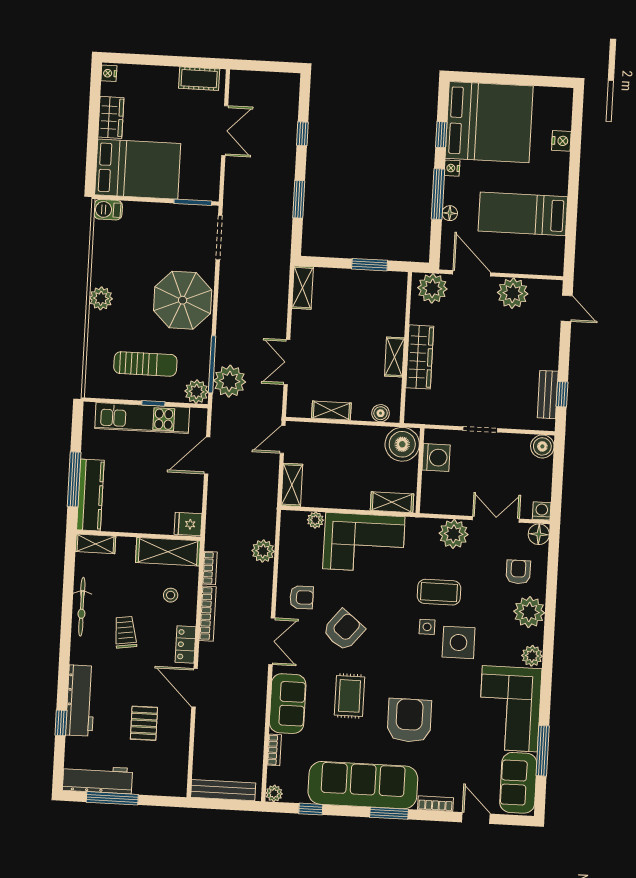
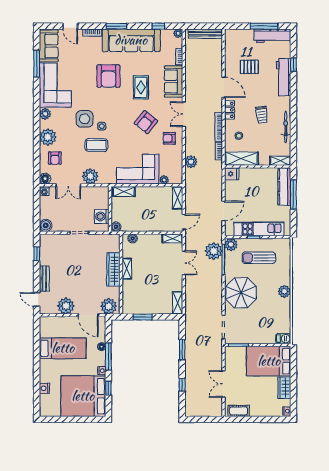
bench: (548, 395) -> (44, 279), moved
shelving: (331, 410) -> (172, 238), moved
boiler: (402, 444) -> (116, 227), width x0.54, depth x0.54
pallet: (144, 723) -> (249, 67), turned 90

